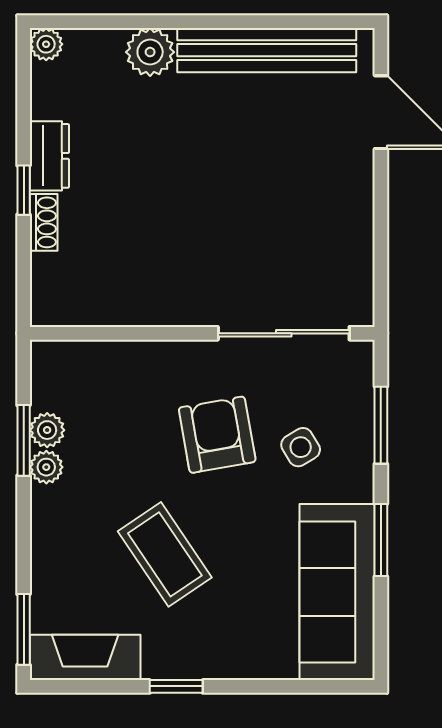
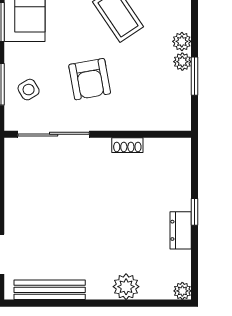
bench: (267, 50) -> (50, 290), width x0.73, depth x0.82
shoe rack: (44, 222) -> (127, 145), moved, turned -90
plant: (47, 430) -> (182, 41), moved
side table: (301, 447) -> (29, 90), moved

